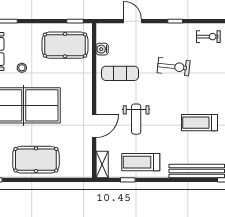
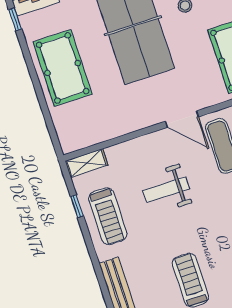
door: (94, 126) -> (182, 119), moved
treadmill: (141, 162) -> (108, 216), turned 180

